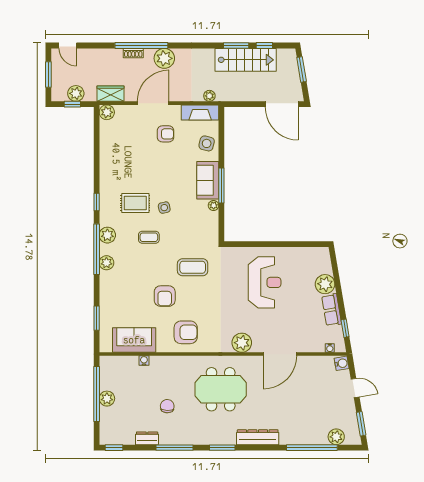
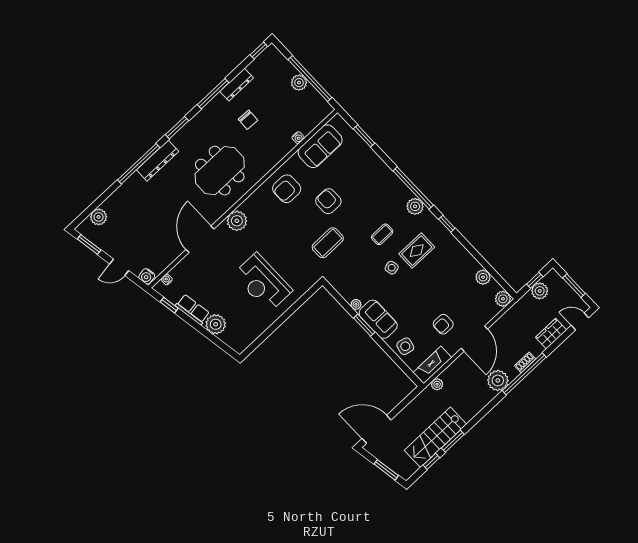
wardrobe: (110, 94) -> (551, 334), moved, turned 180
window: (221, 185) -> (364, 325), width x0.69
plant: (106, 263) -> (483, 277), moved
dresser: (147, 438) -> (237, 85), width x1.44
window: (312, 448) -> (139, 164), moved

